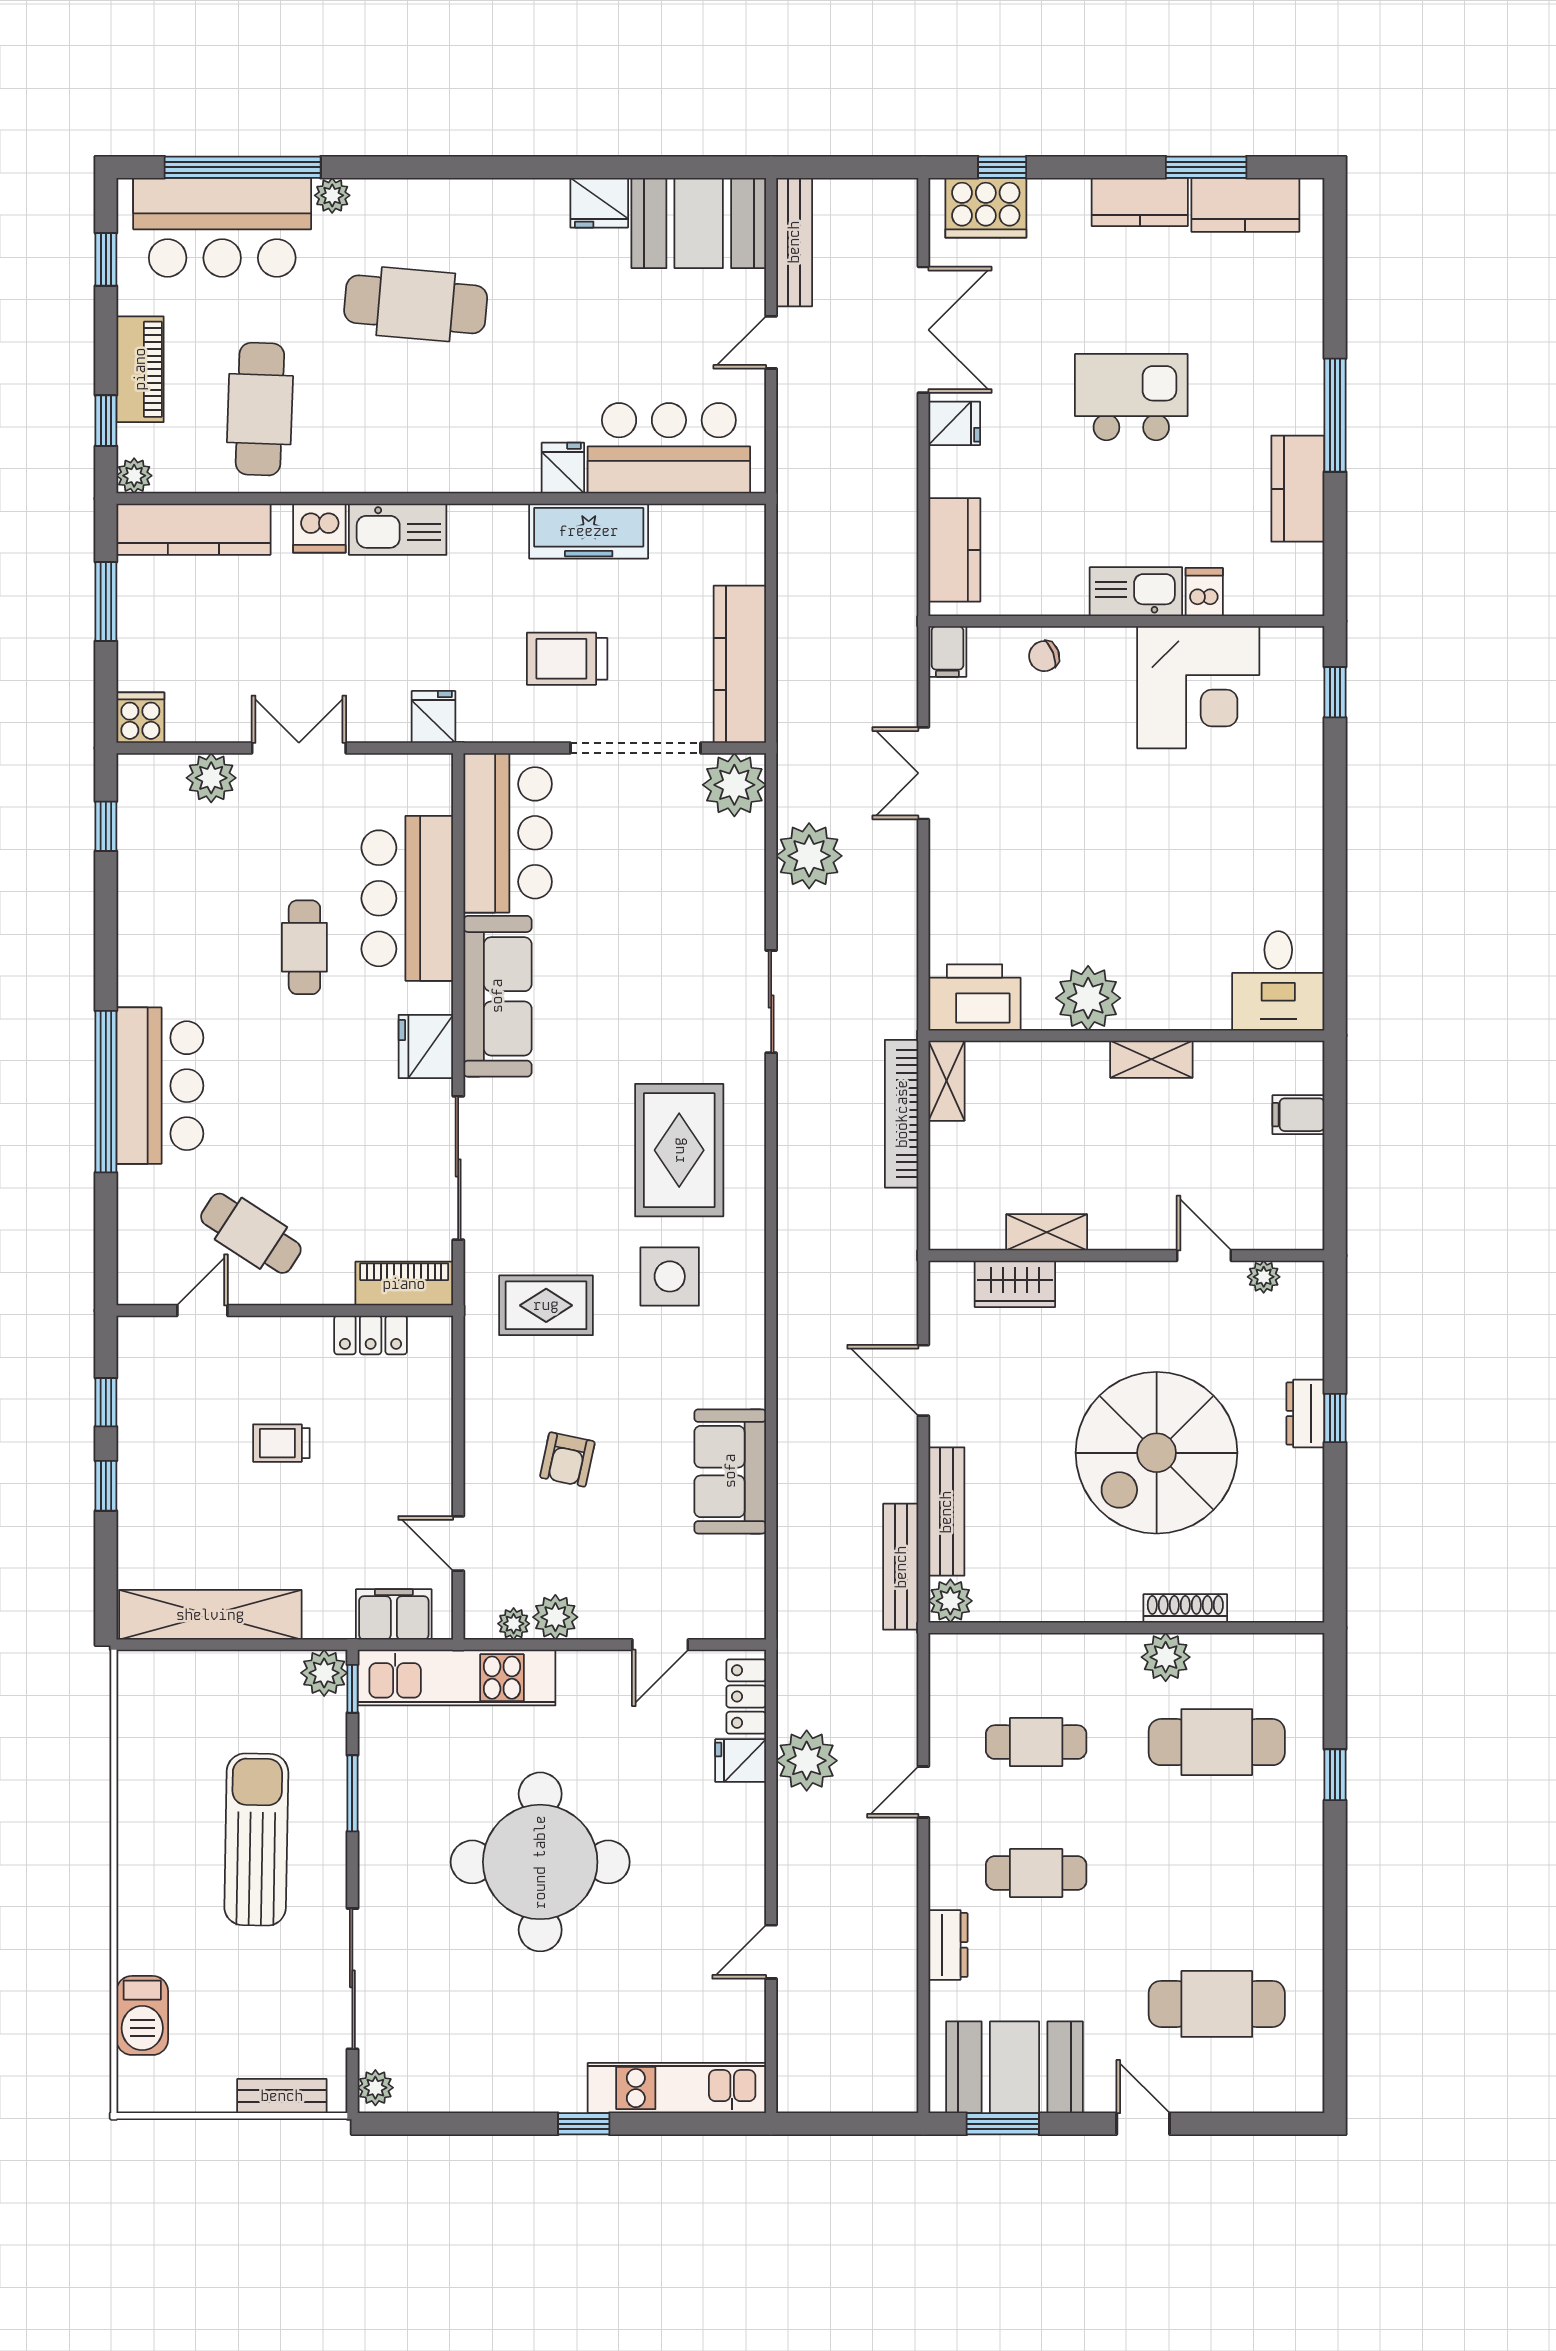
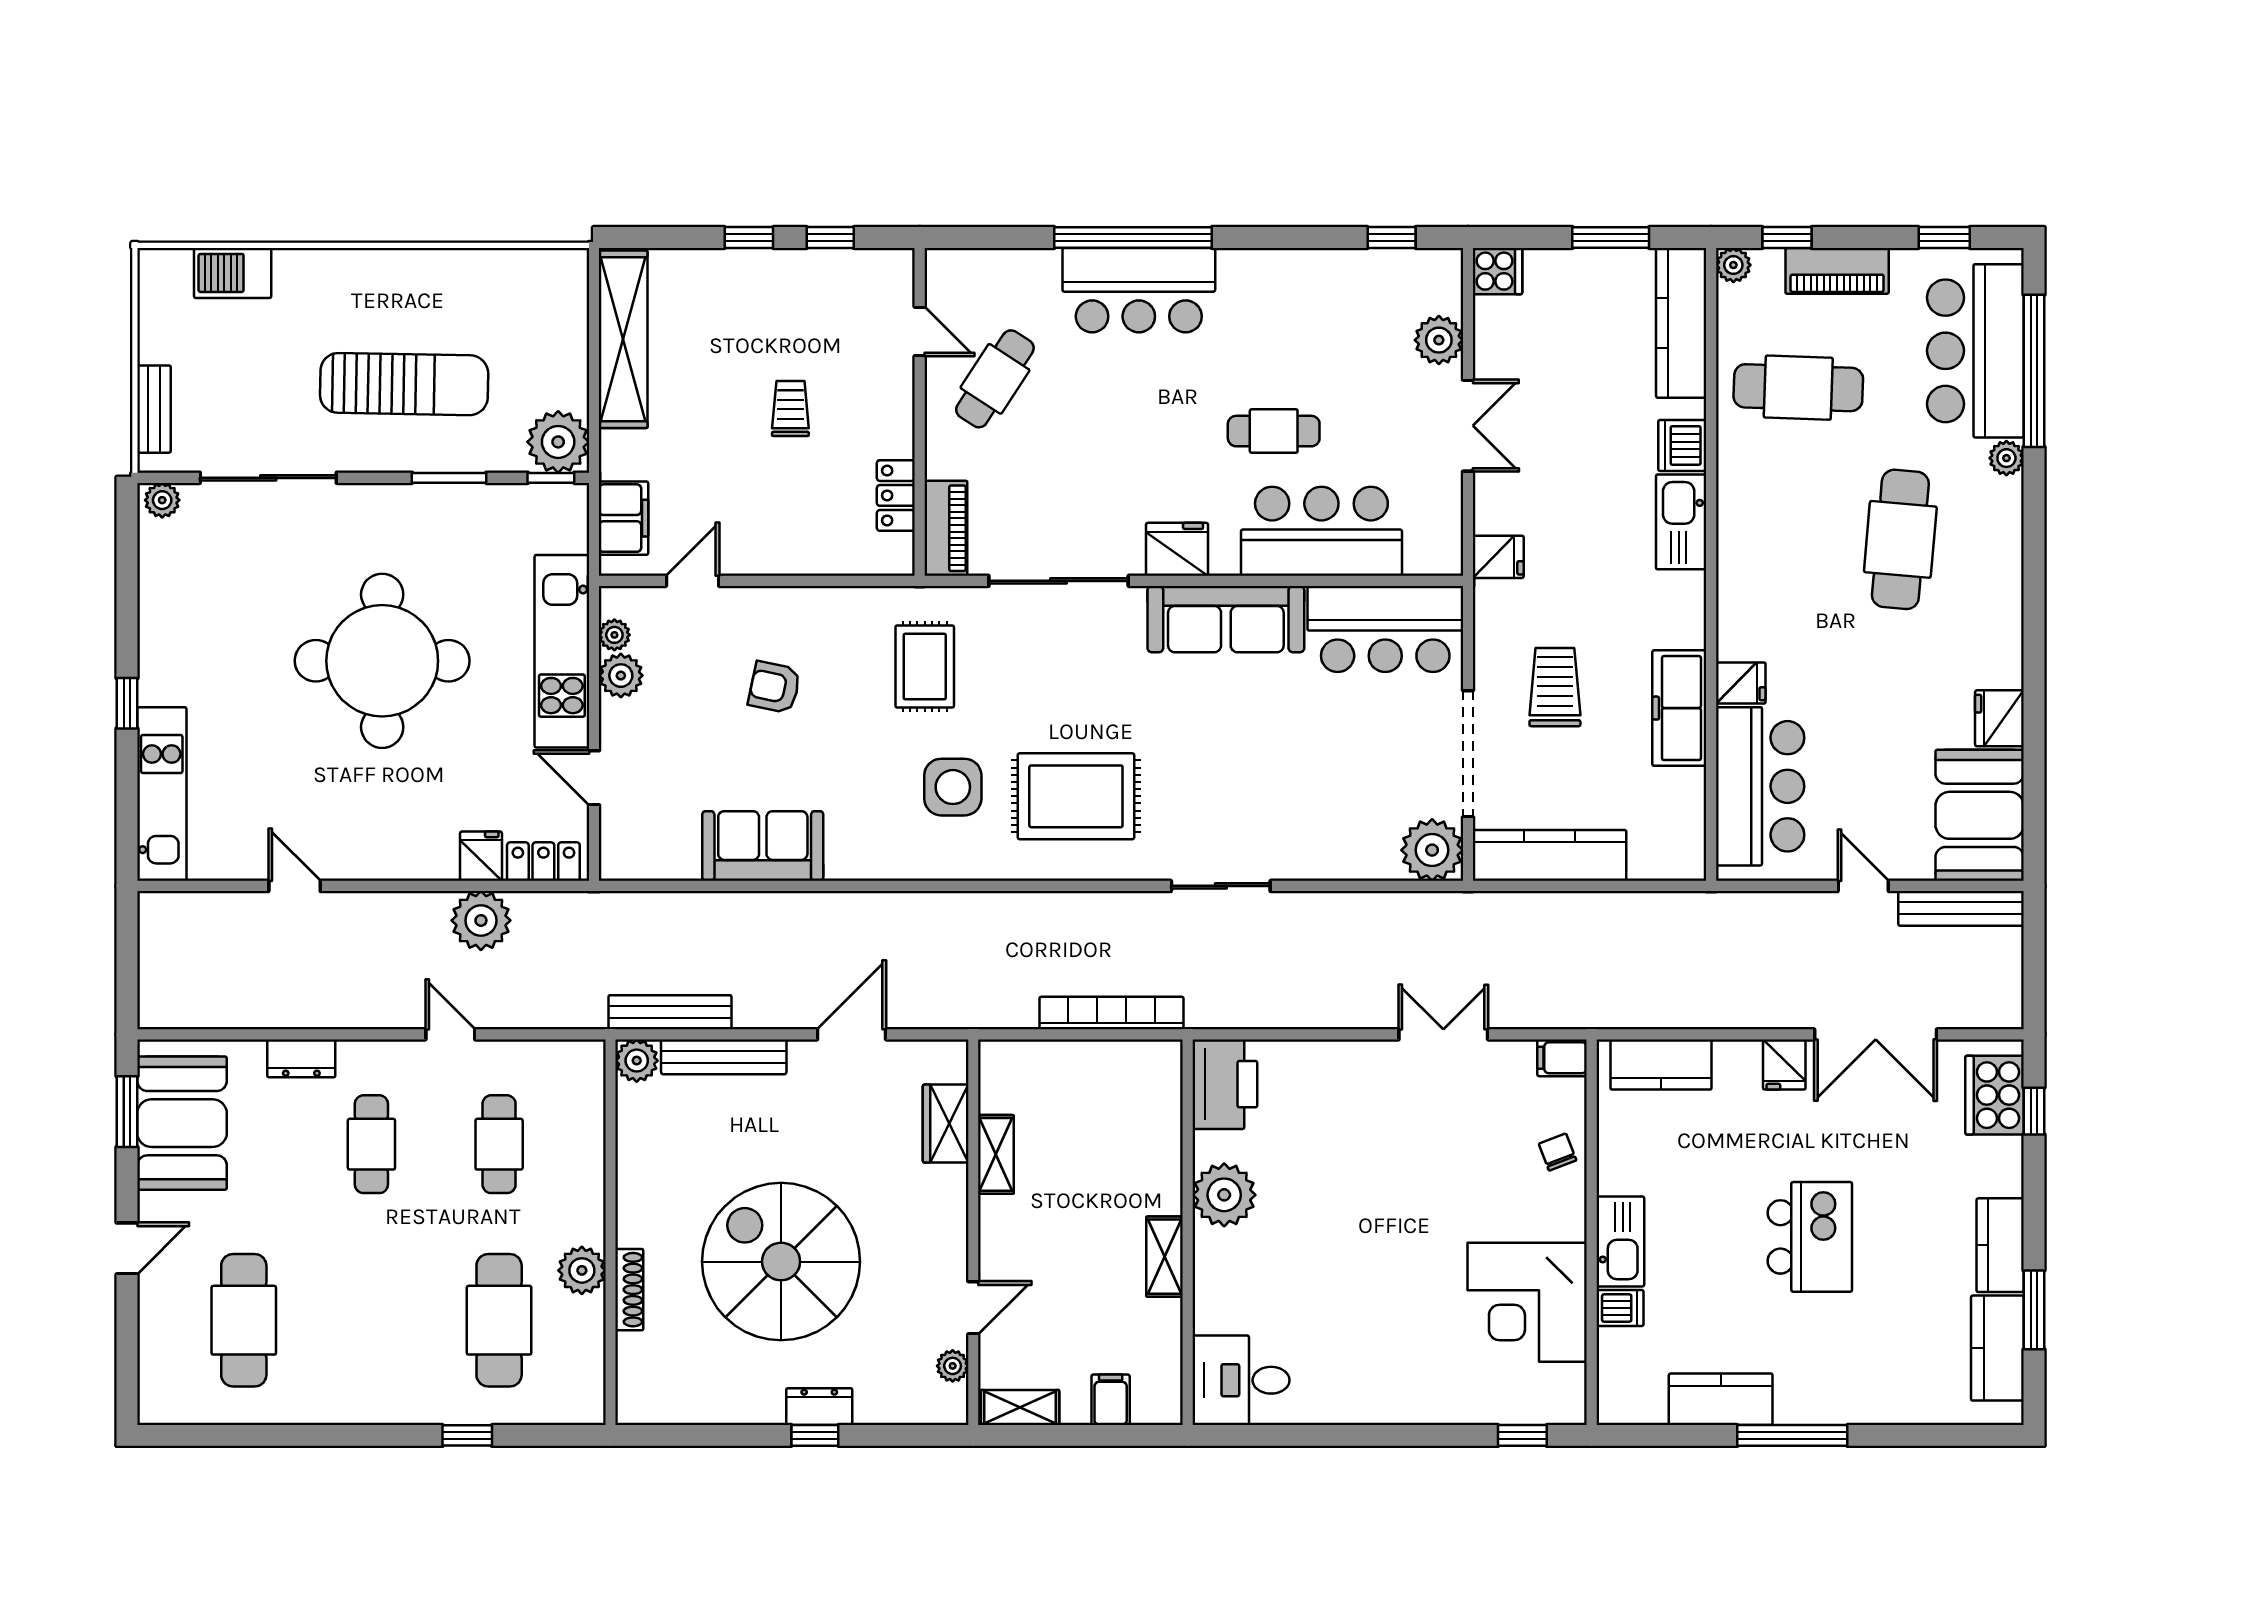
plant: (809, 856) -> (1363, 923), removed
shelving: (947, 1081) -> (1020, 1408), moved
plant: (324, 1673) -> (558, 442), width x1.36, depth x1.36
kitchen unit: (456, 1678) -> (562, 651), moved

